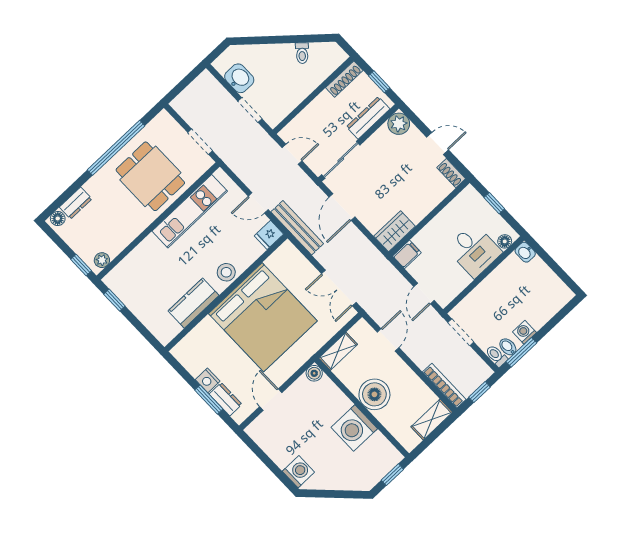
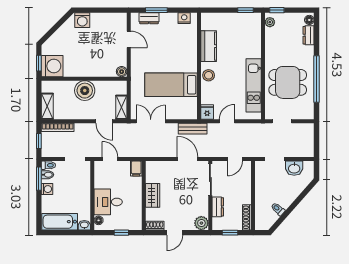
dresser: (368, 118) -> (218, 207), width x0.70
bench: (297, 228) -> (193, 129), width x0.73
wardrobe: (395, 231) -> (153, 195), moved
bathtub: (547, 284) -> (60, 222), added
bed: (263, 317) -> (171, 85), width x0.49
shelving: (338, 351) -> (121, 107), moved
nightstand: (208, 380) -> (184, 18), moved
washing machine: (354, 428) -> (52, 66), moved, turned 90

